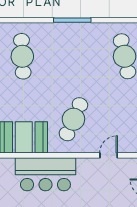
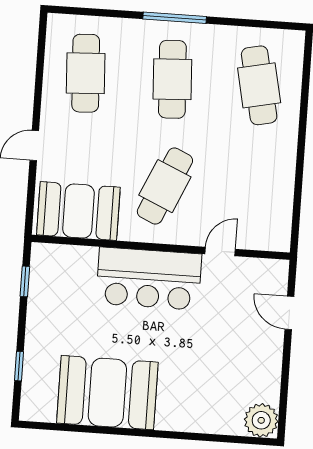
cafe table: (73, 56) -> (172, 79), added
bar counter: (45, 174) -> (149, 279), moved

